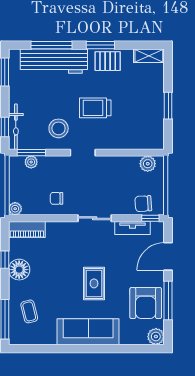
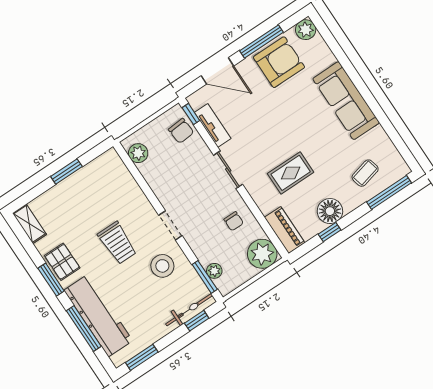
plant: (15, 209) -> (262, 254), width x1.87, depth x1.87
rug: (94, 283) -> (291, 173), moved

